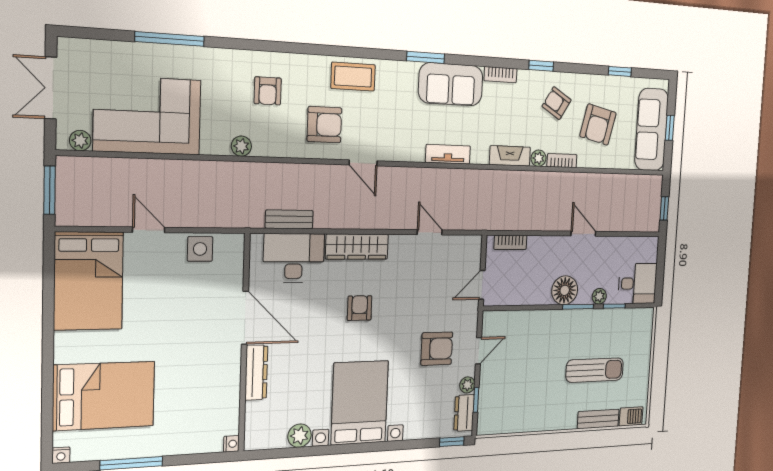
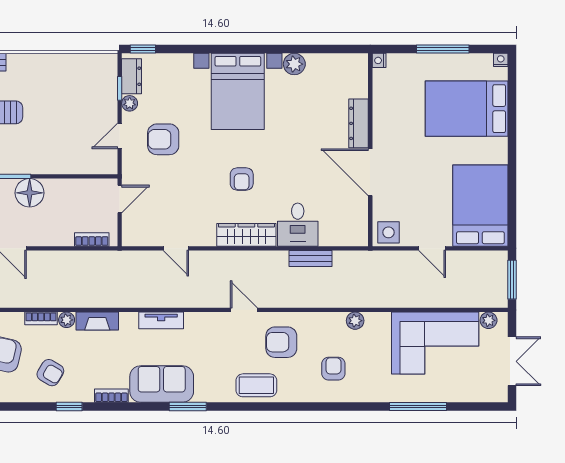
desk: (294, 258) -> (298, 225), width x0.73
door: (245, 318) -> (370, 172), moved
wall: (244, 343) -> (370, 150), moved
dresser: (256, 372) -> (359, 123), moved
nightstand: (231, 444) -> (379, 60), moved

